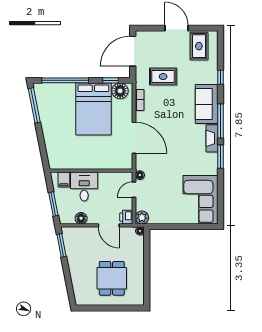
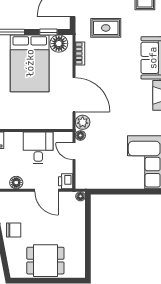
desk: (84, 186) -> (38, 148), moved
door: (134, 190) -> (74, 151), hinge flipped
plant: (142, 217) -> (83, 122), moved
chair: (79, 262) -> (14, 230), added
dining table: (112, 278) -> (45, 261), moved, turned 90

